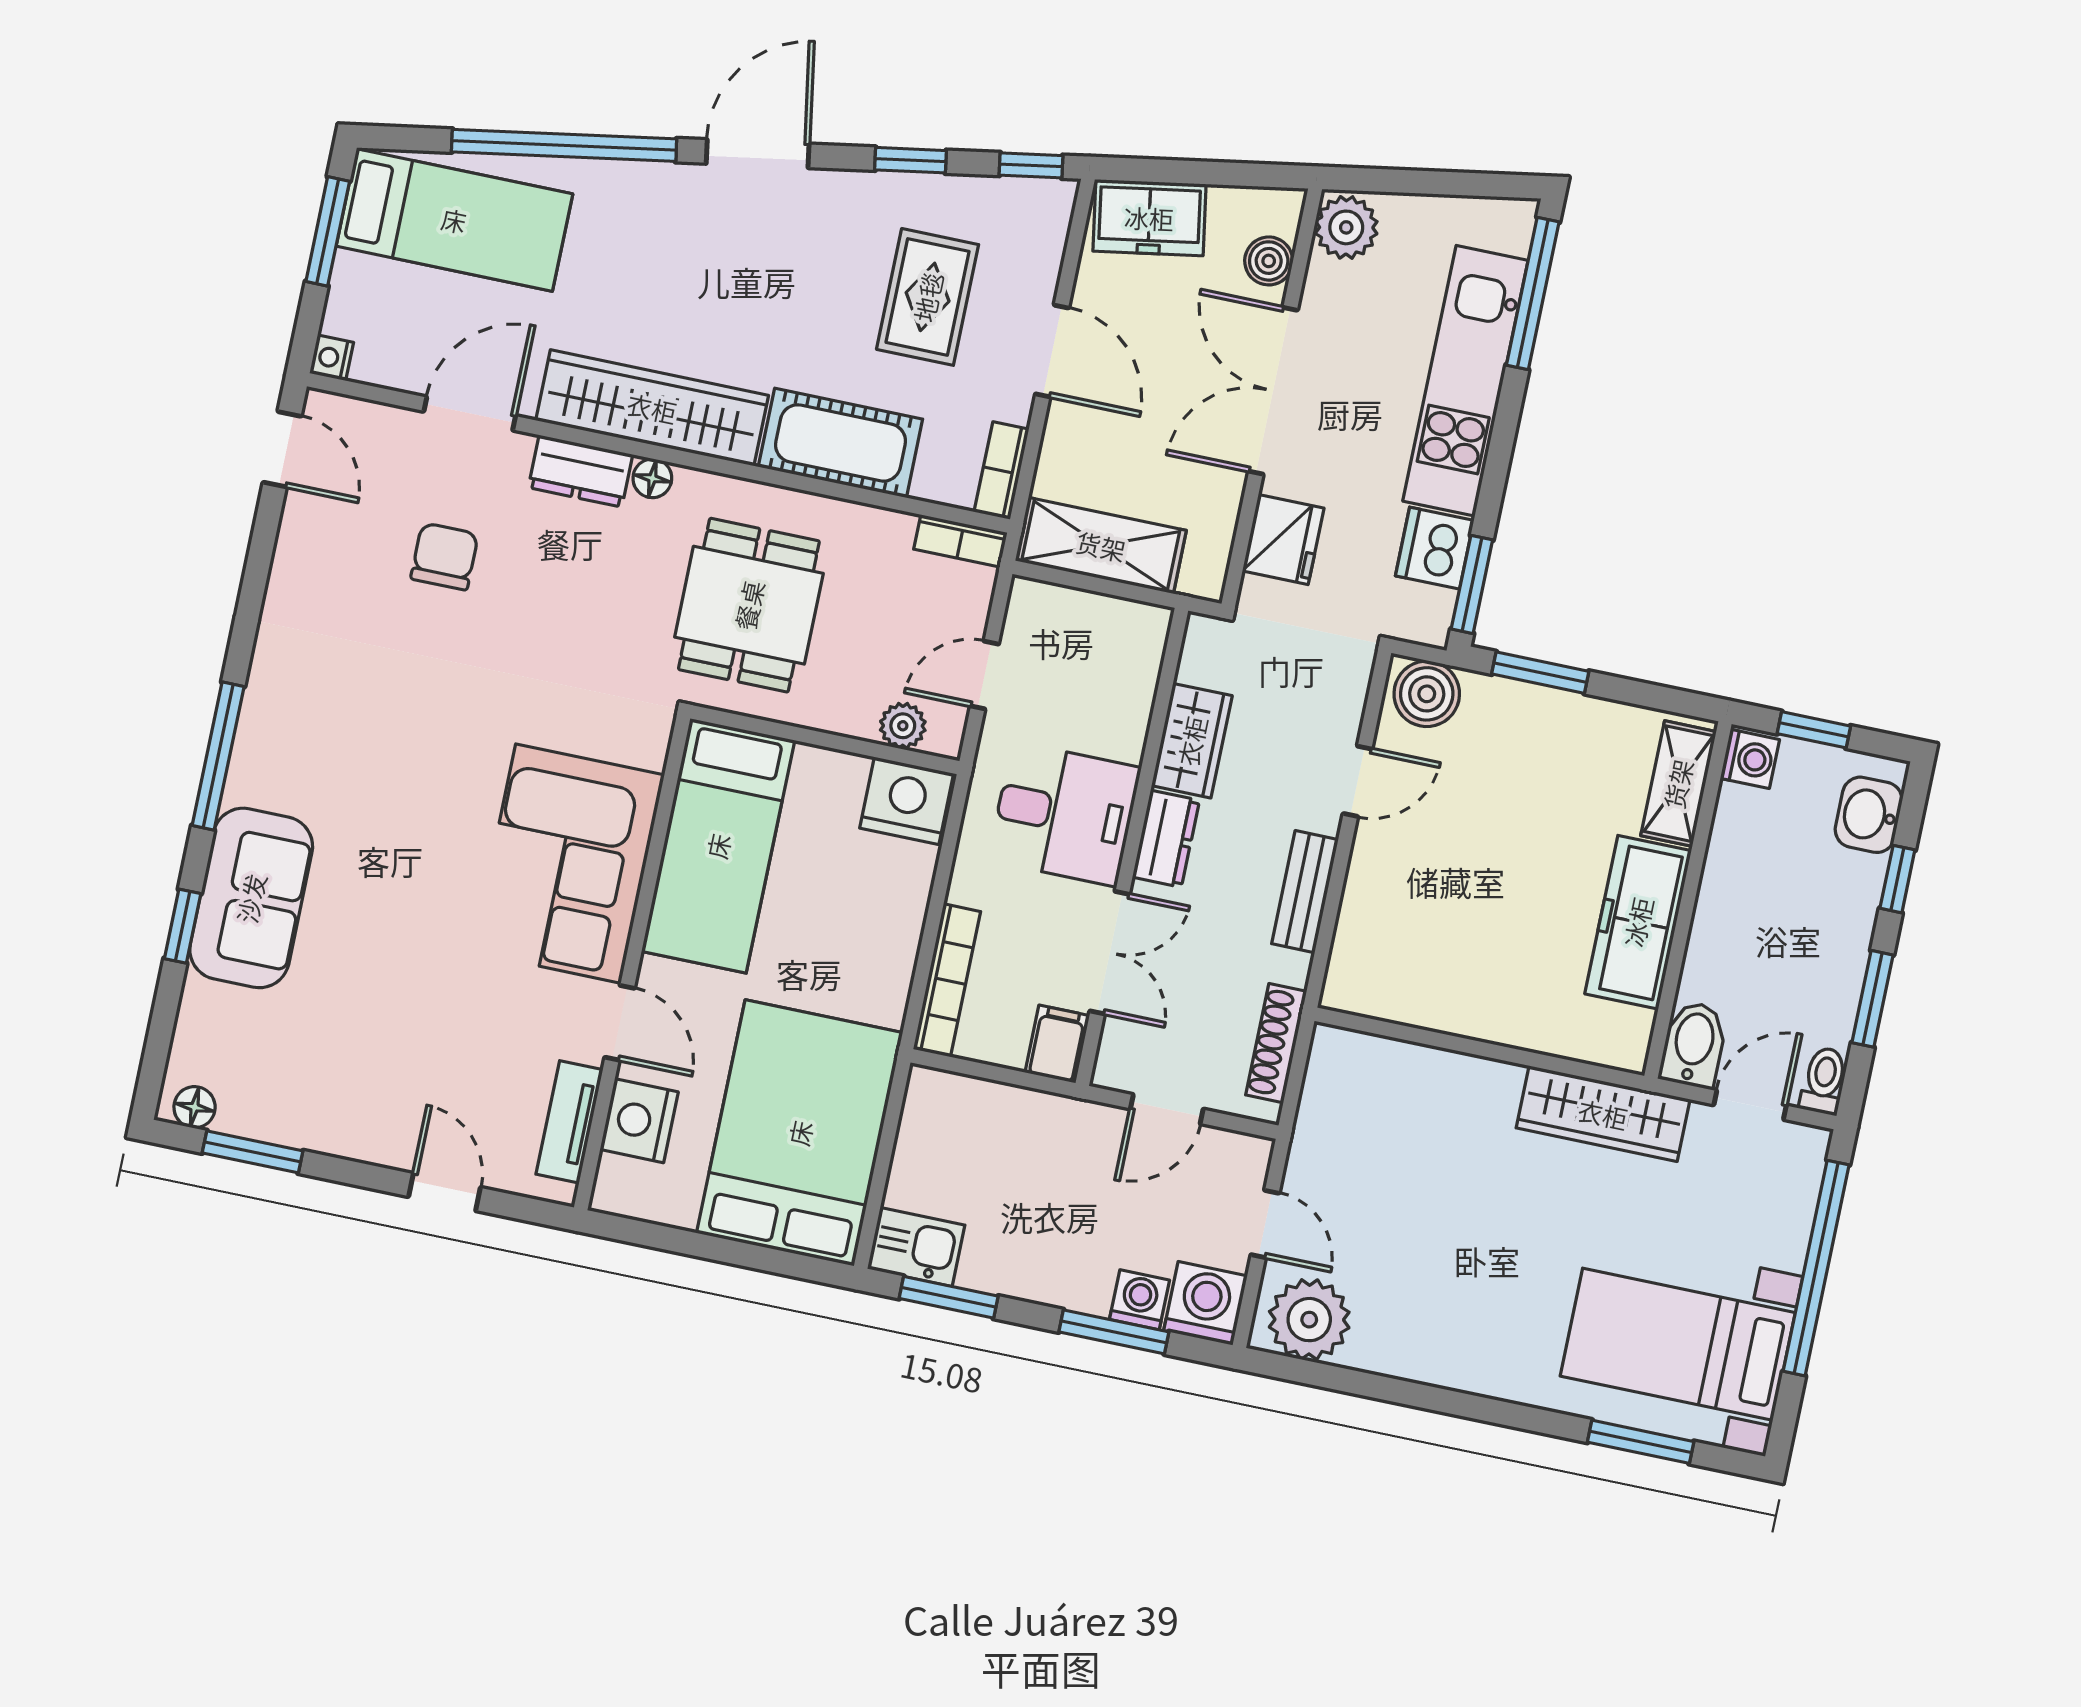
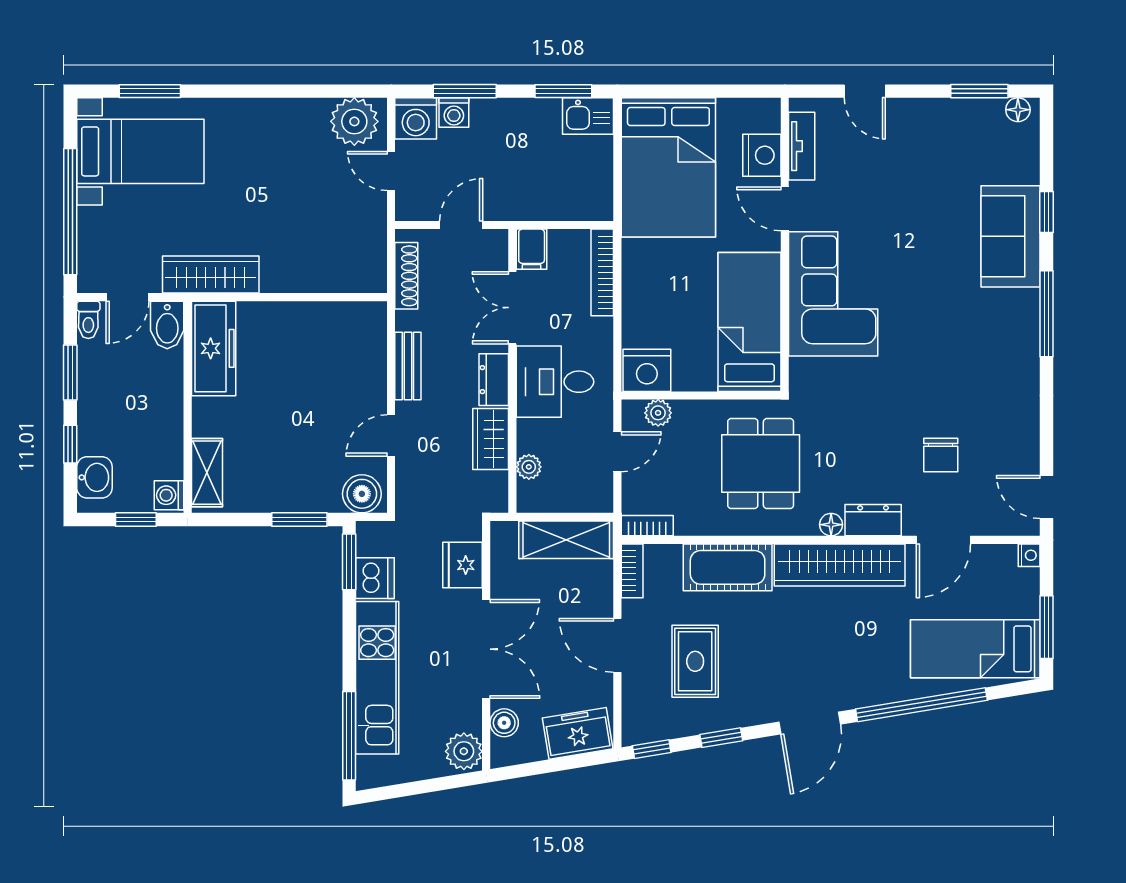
plant: (1138, 681) -> (529, 467), added
freezer: (1638, 922) -> (214, 348), moved

